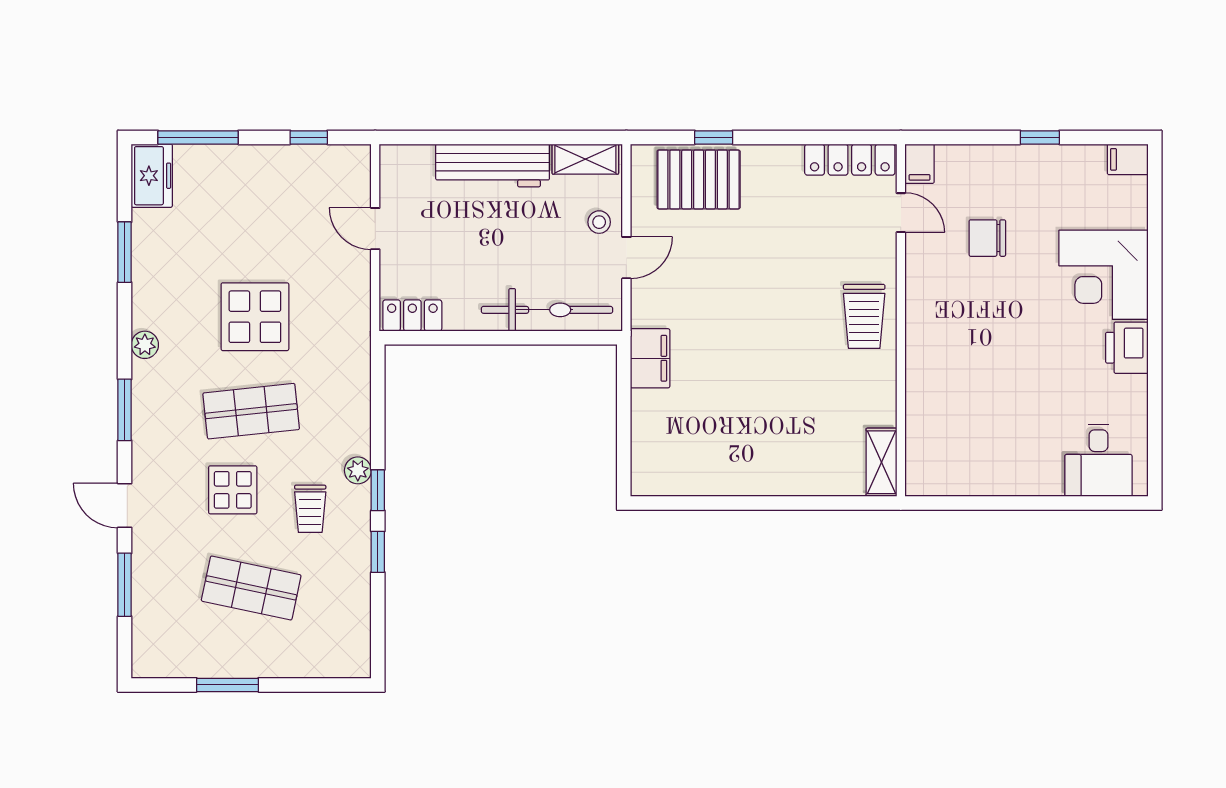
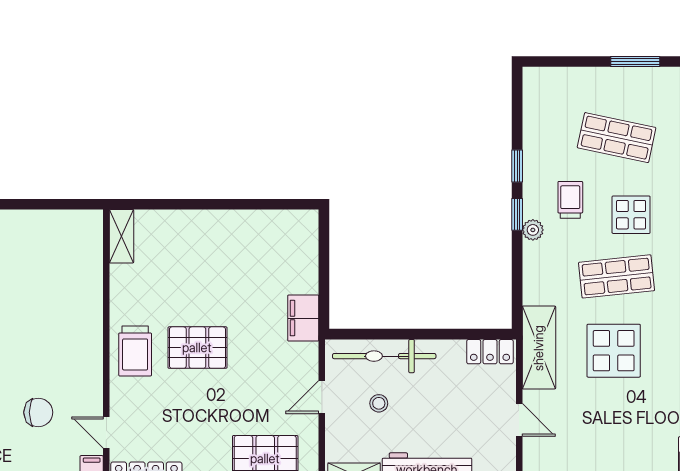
stool: (599, 222) -> (379, 403), moved
trolley: (864, 316) -> (135, 351), turned 180
shelving: (350, 321) -> (539, 348), added
pallet: (785, 321) -> (197, 348), added

